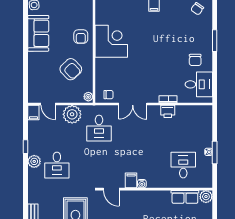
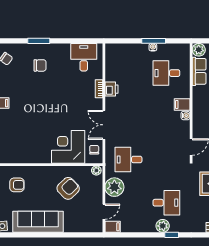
sofa: (38, 33) -> (38, 222), width x1.36
armchair: (81, 37) -> (17, 185), moved
corner desk: (111, 41) -> (68, 147), moved
chair: (195, 60) -> (40, 65), moved
double door: (133, 104) -> (104, 125), swing flipped
desk: (99, 128) -> (128, 159), turned 180
window: (26, 147) -> (172, 235), moved
filing cabinet: (131, 180) -> (182, 104), moved

